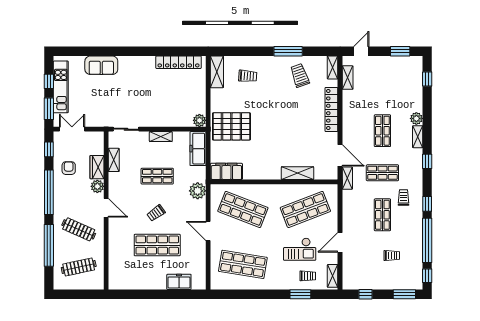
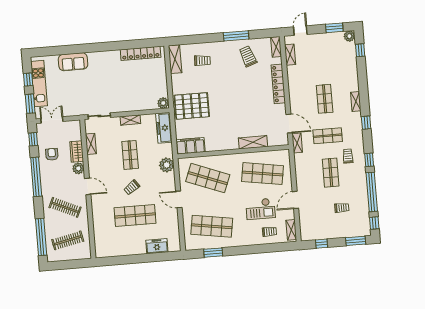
plant: (416, 118) -> (349, 36), moved
shop shelf: (157, 176) -> (130, 155), turned 90
shop shelf: (305, 209) -> (263, 174), turned 30
window: (49, 245) -> (41, 237), moved
window: (300, 294) -> (213, 253), moved

